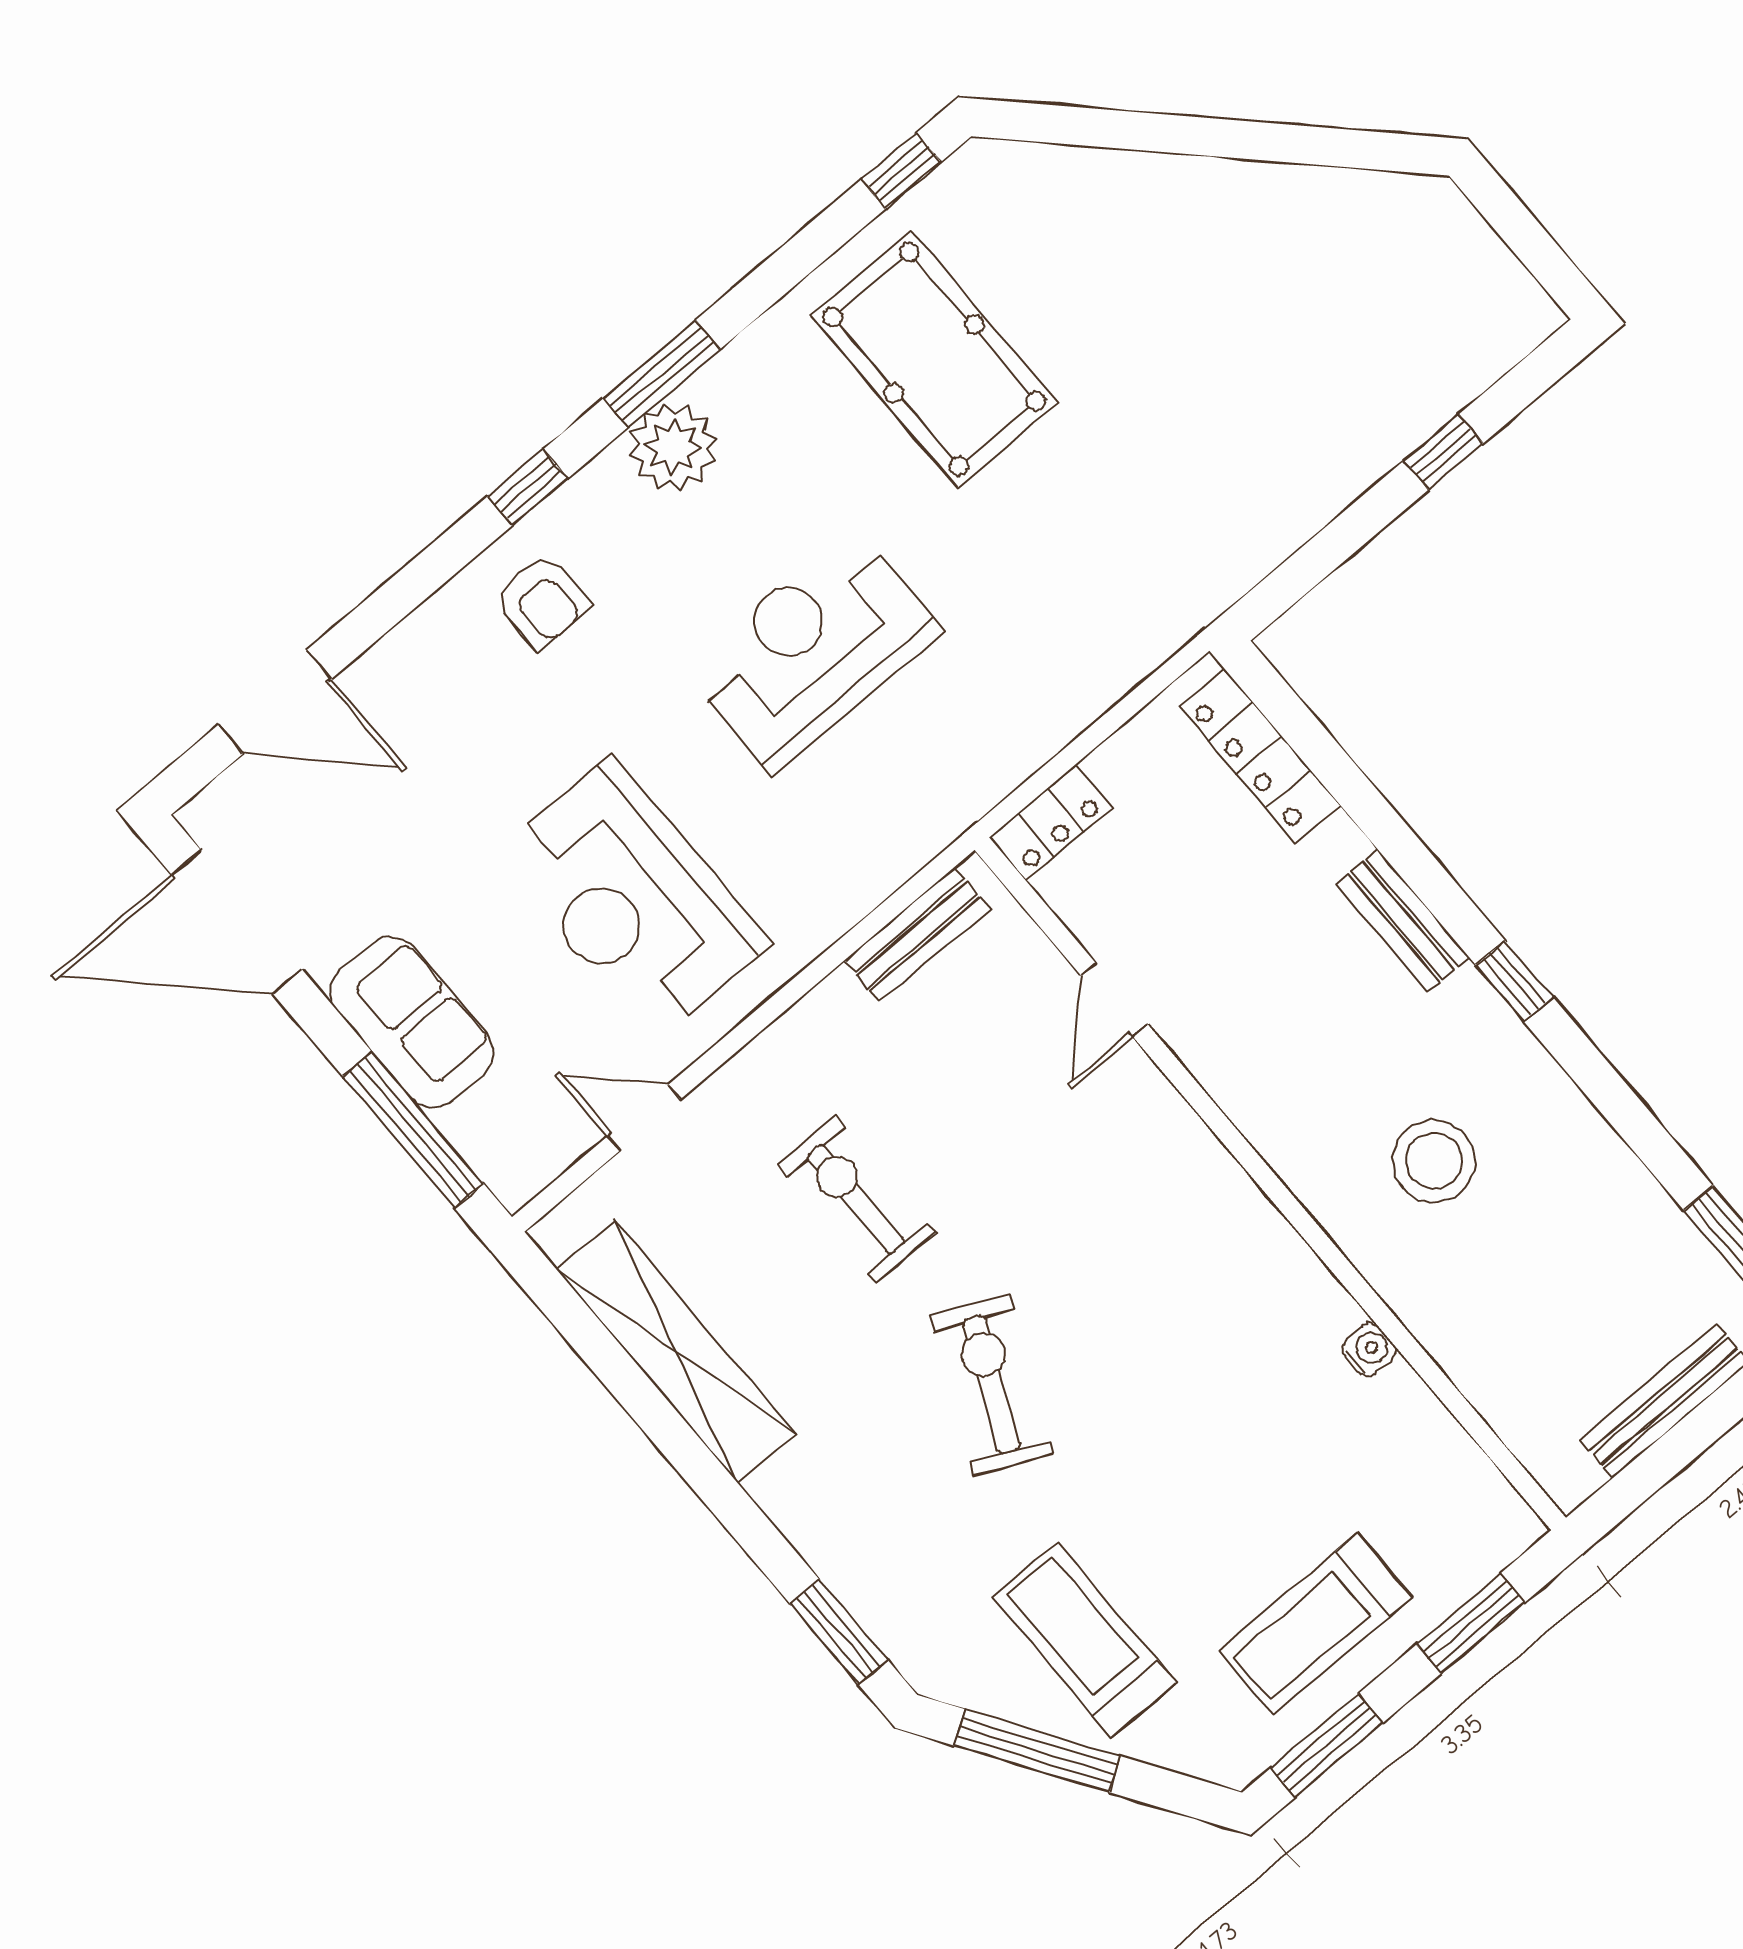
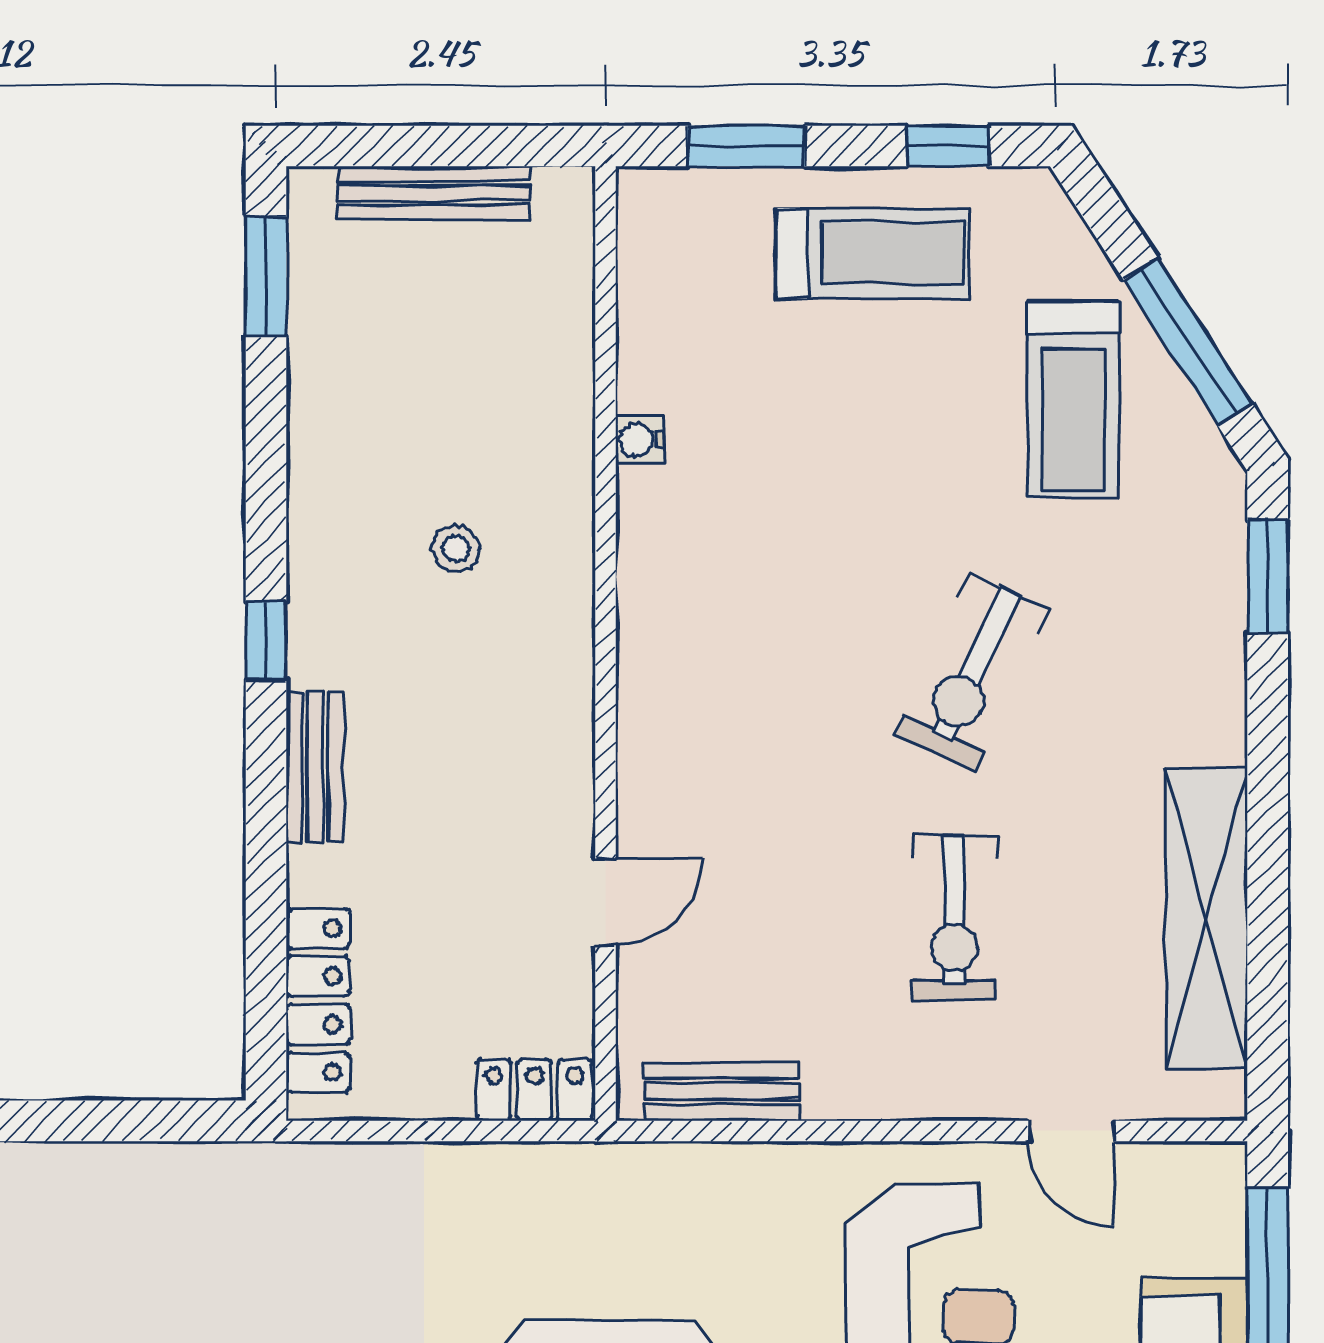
stool: (1434, 1161) -> (456, 549), width x0.53, depth x0.53
window: (1327, 1745) -> (948, 146), width x0.67

